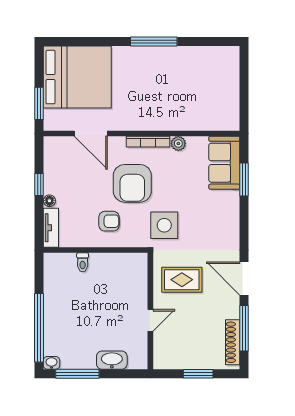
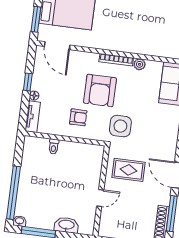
door: (91, 133) -> (57, 46), moved

